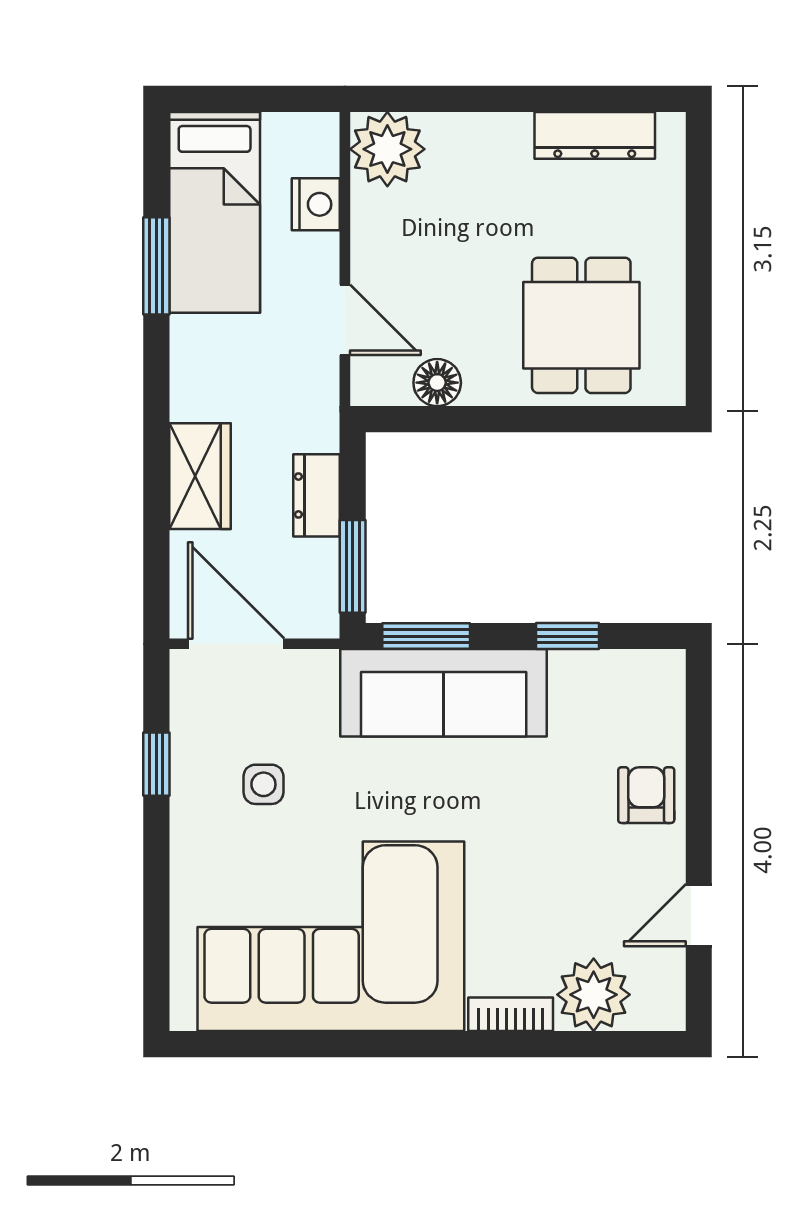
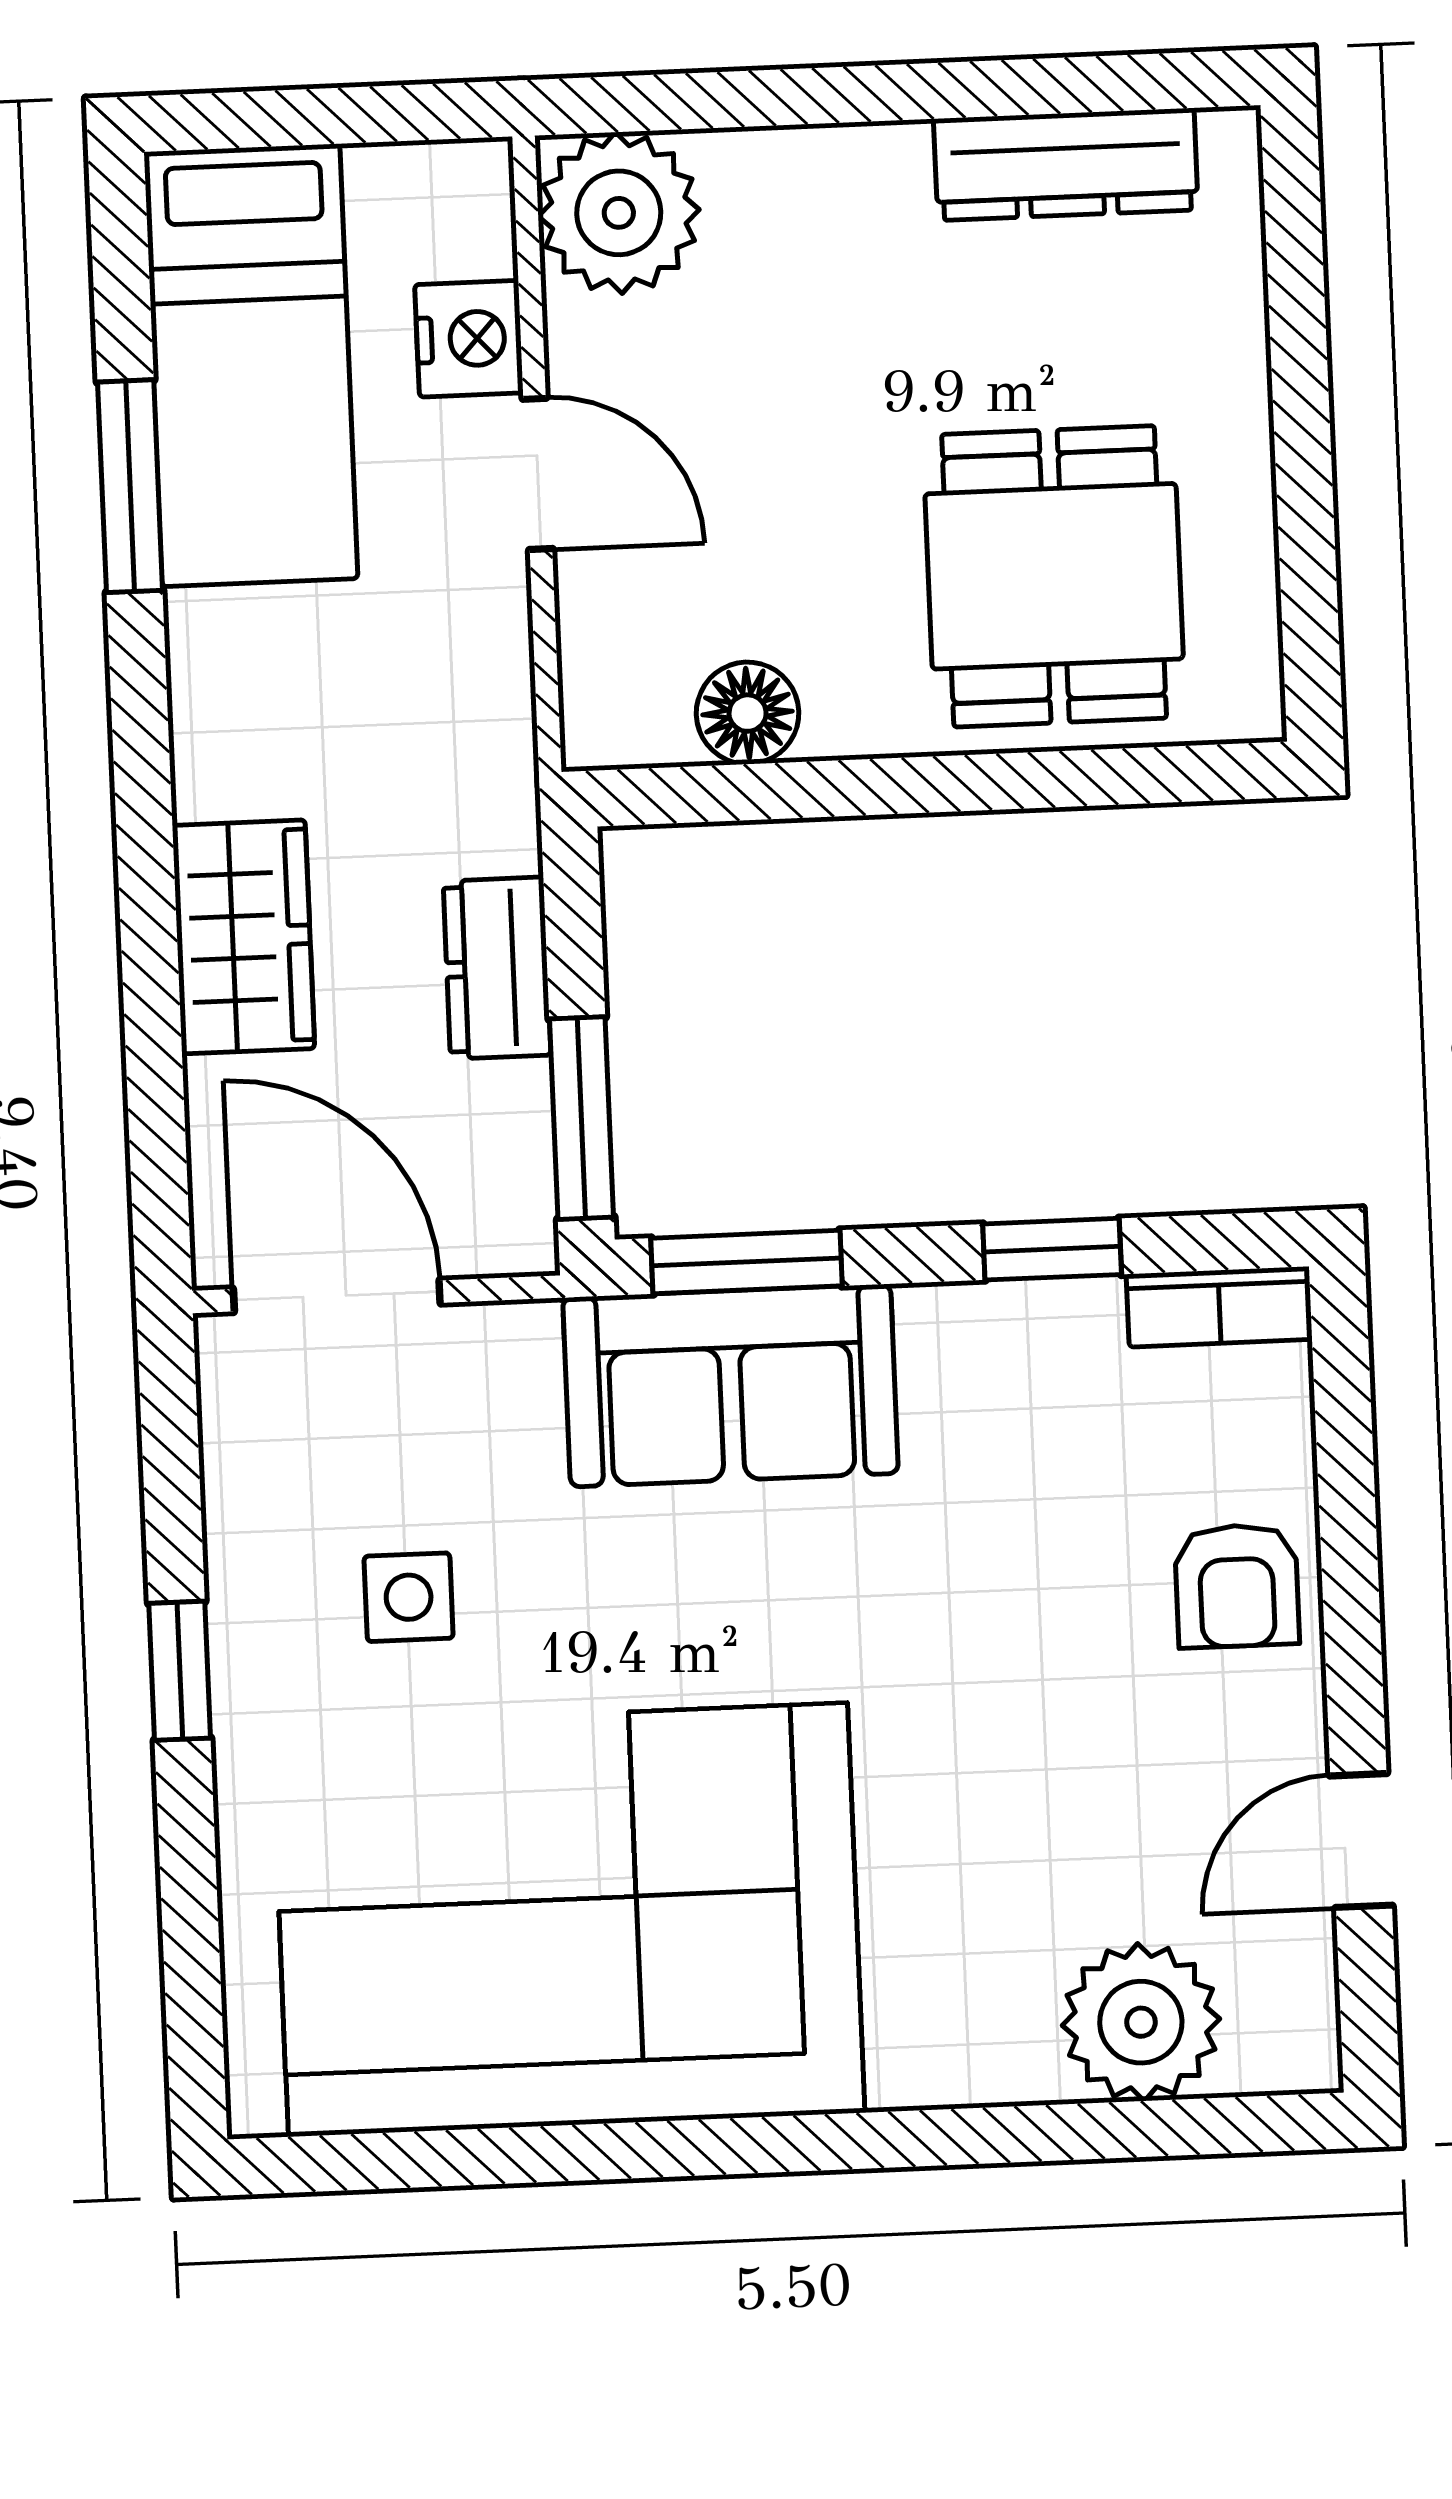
door: (345, 320) -> (538, 474), moved
sofa: (444, 693) -> (731, 1386), width x0.73
window: (156, 764) -> (180, 1671), moved
armchair: (646, 795) -> (1237, 1586), turned 180
bookcase: (511, 1014) -> (1219, 1307), moved, turned 180

